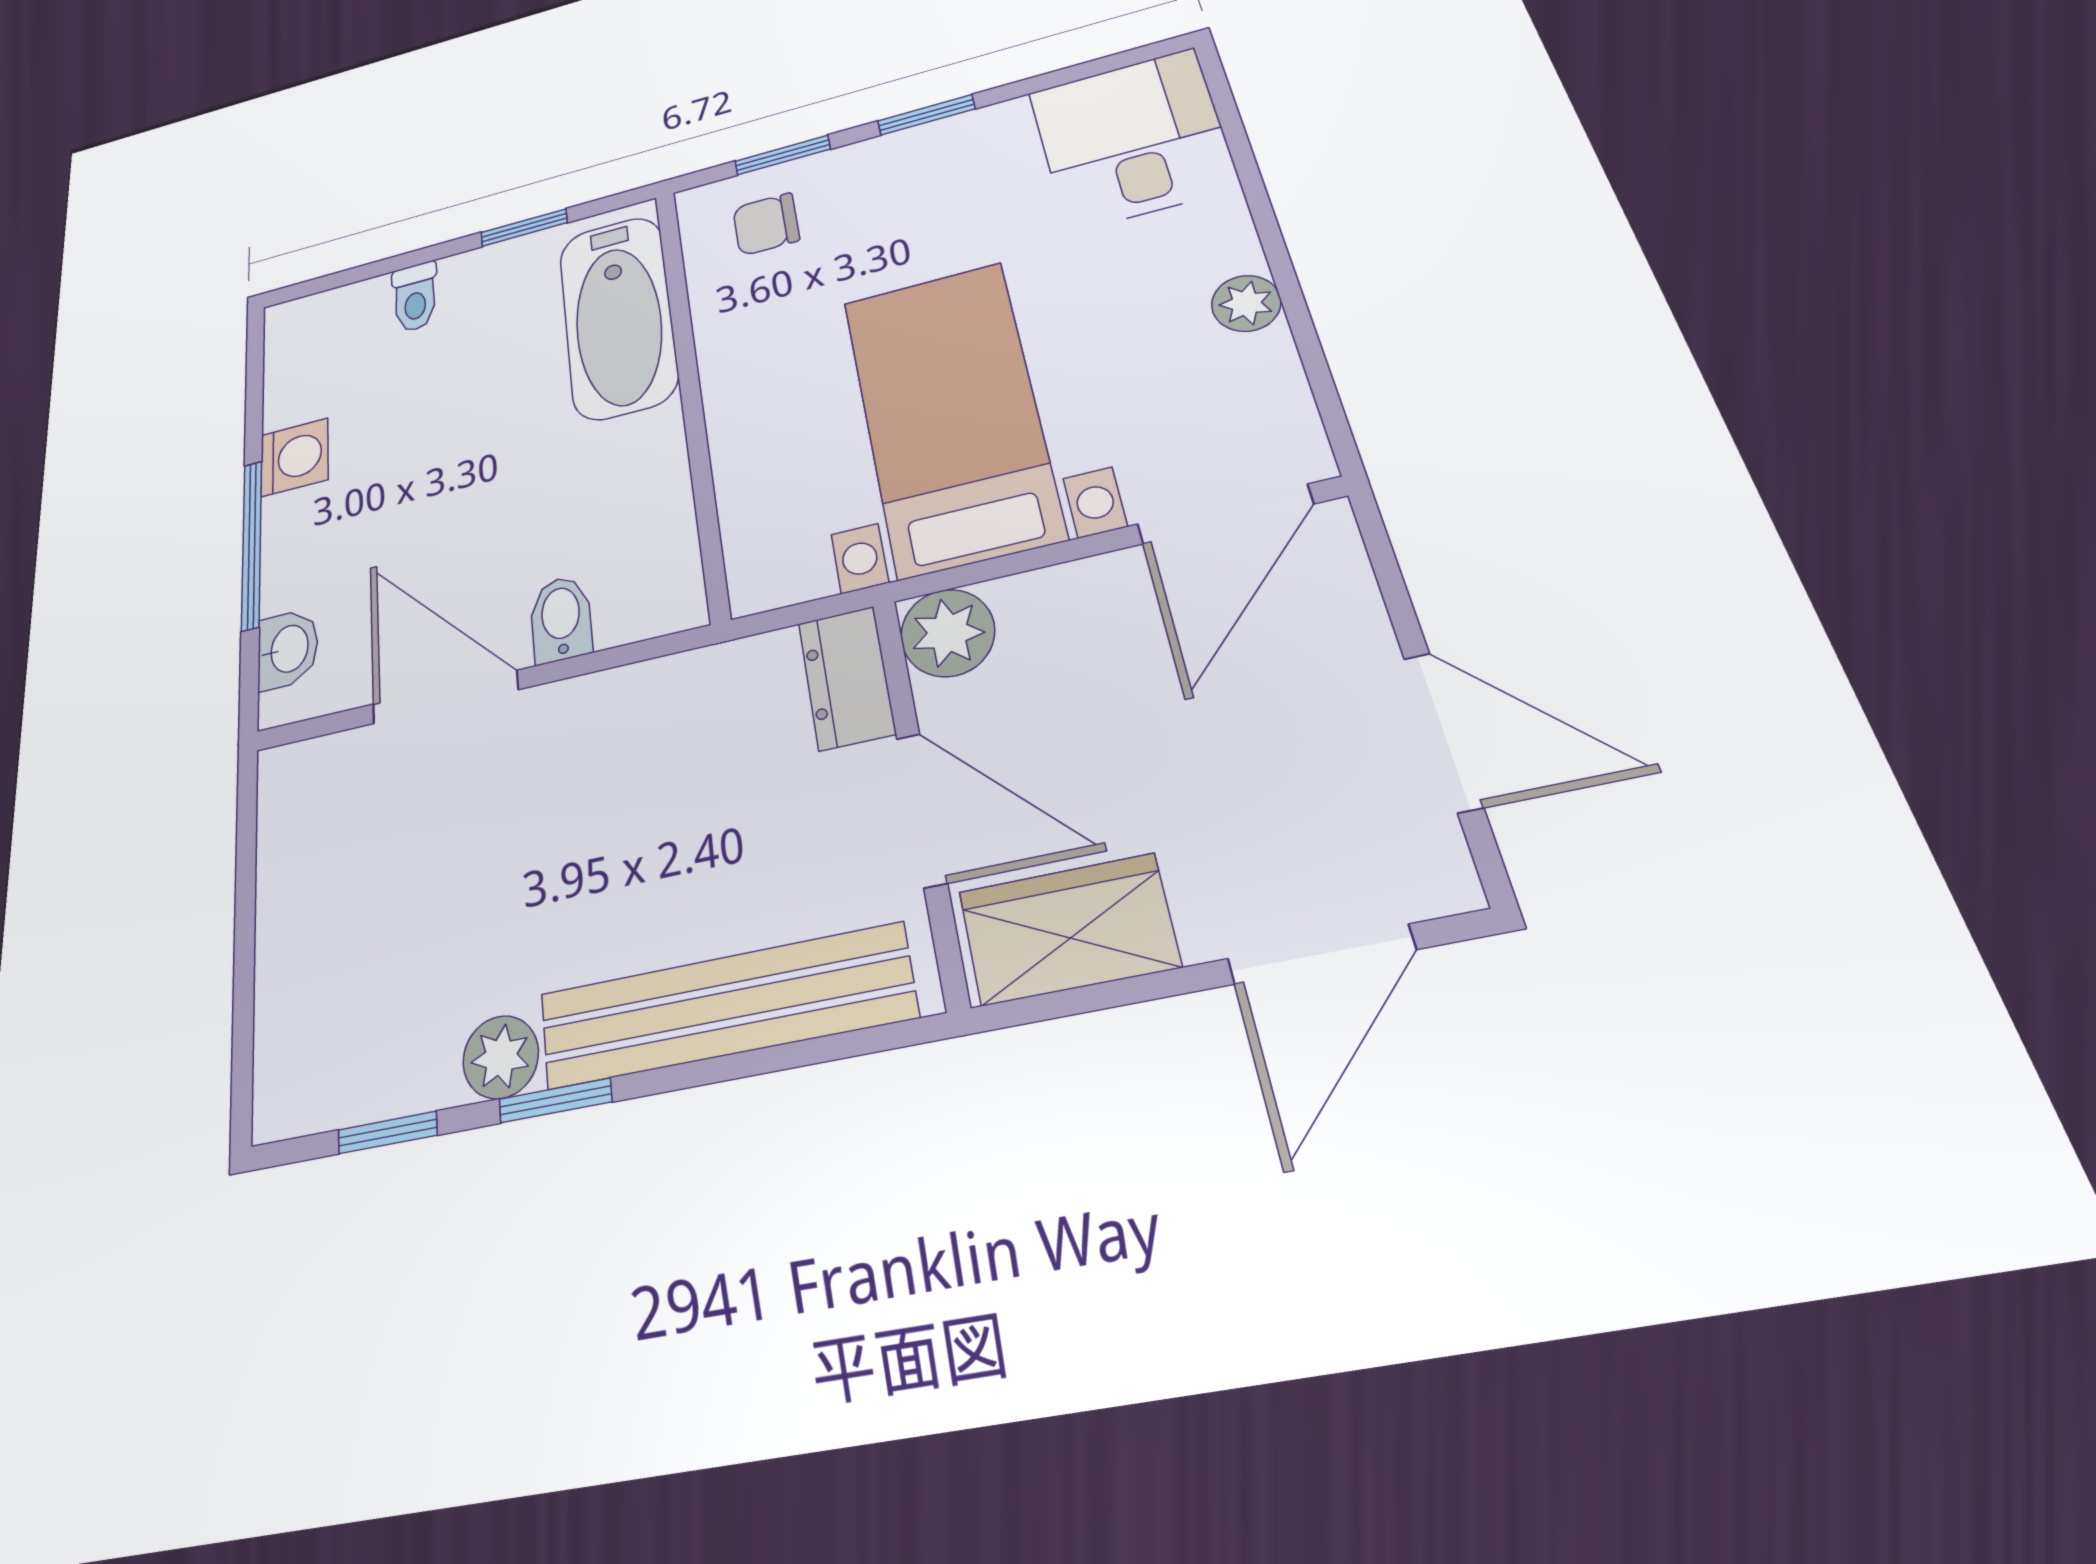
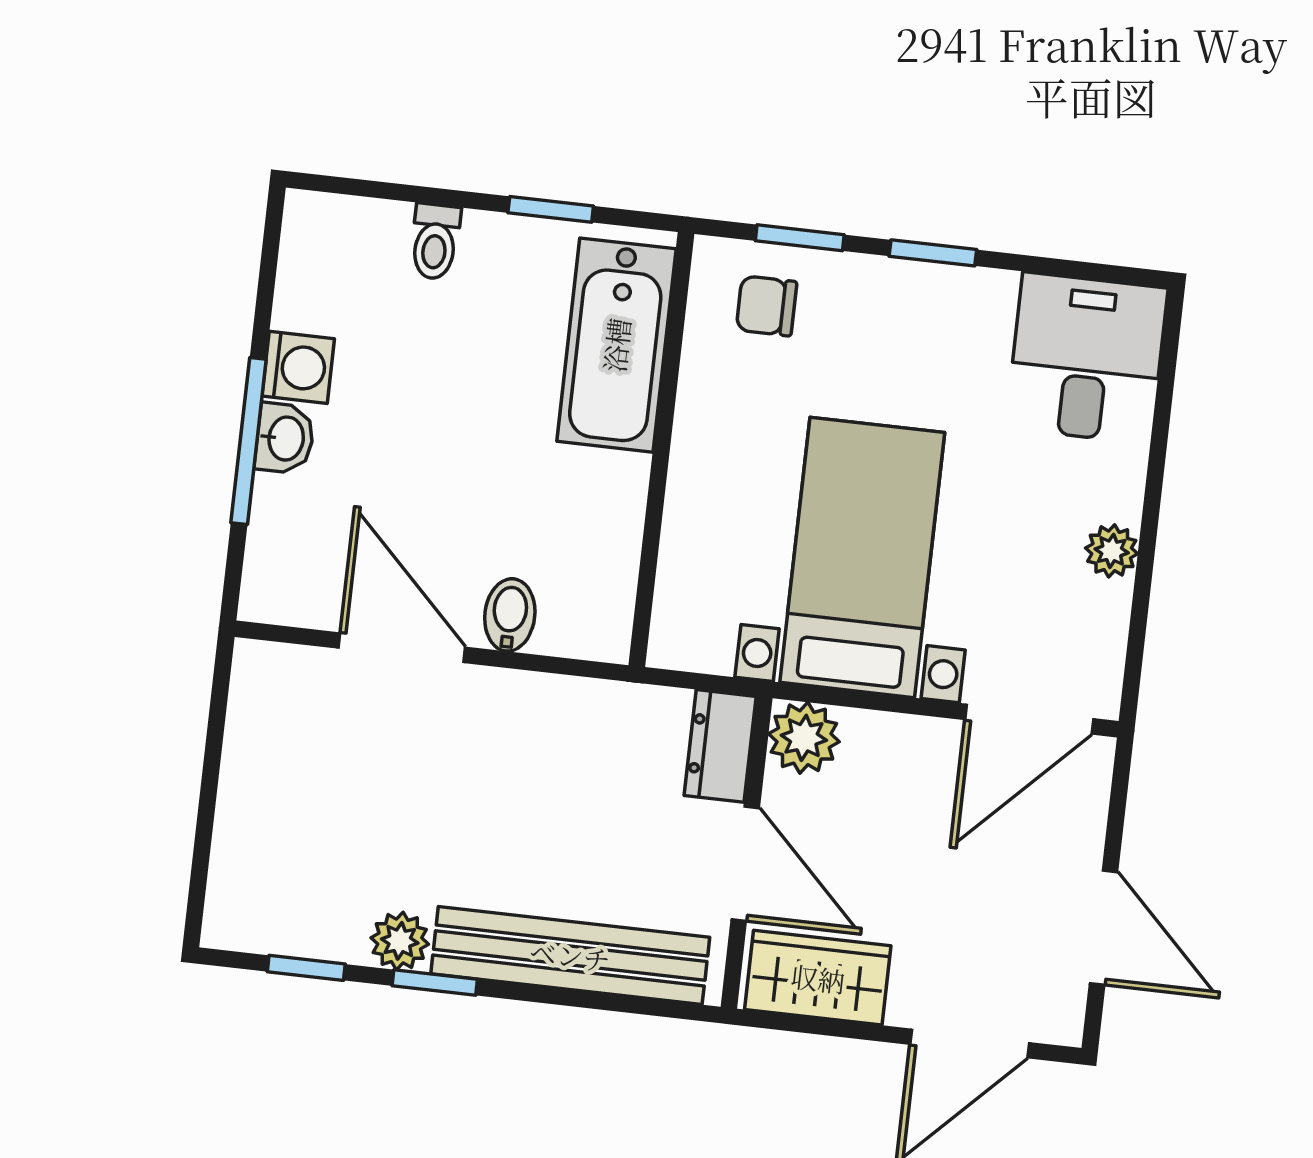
washbasin: (288, 649) -> (285, 438), moved

